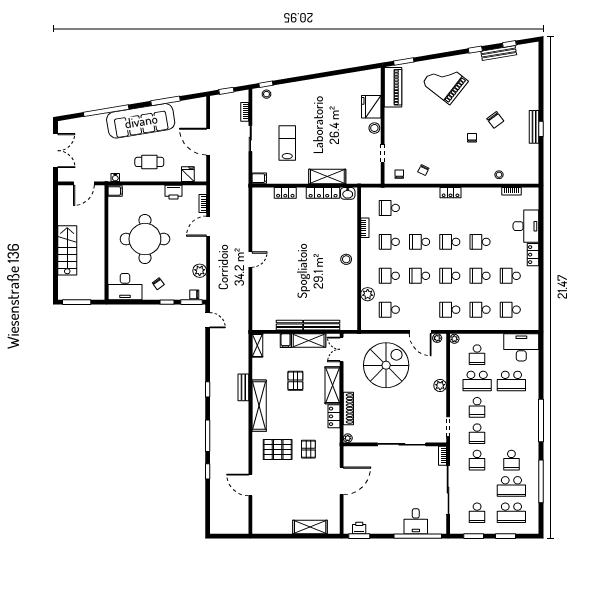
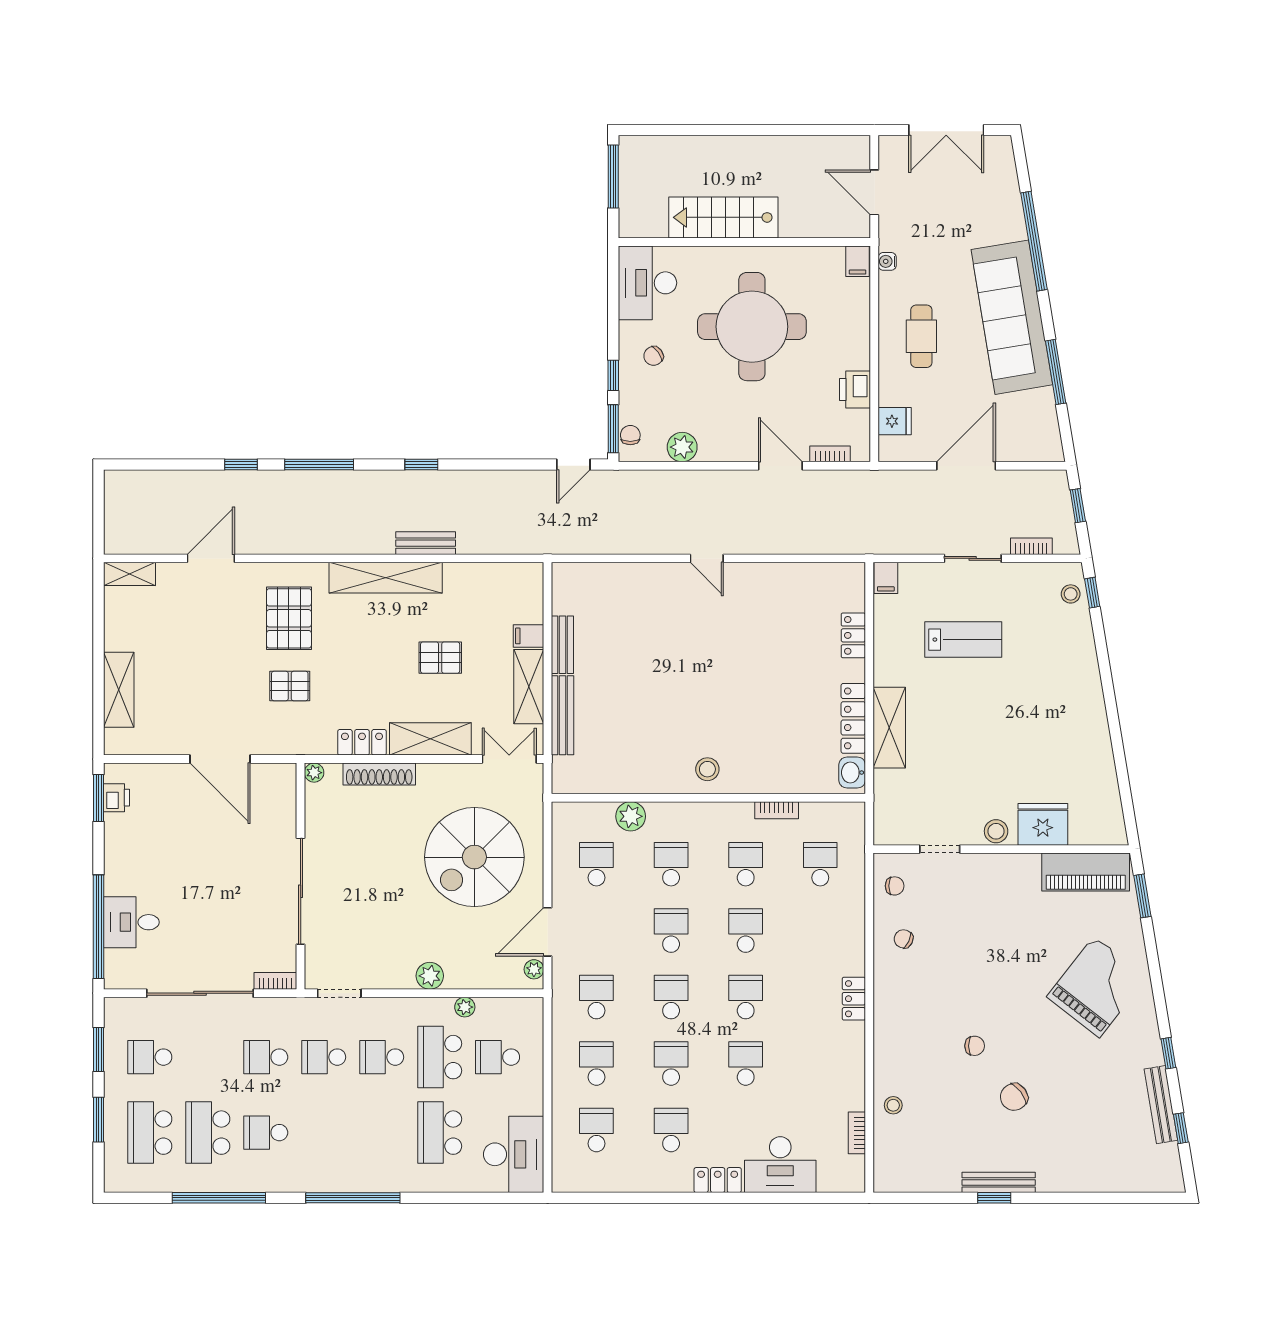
stairs: (67, 250) -> (723, 217), moved, turned 180
plant: (454, 339) -> (465, 1007), moved
shelving: (257, 345) -> (130, 574), moved
spiral stairs: (386, 365) -> (474, 857), turned 90

